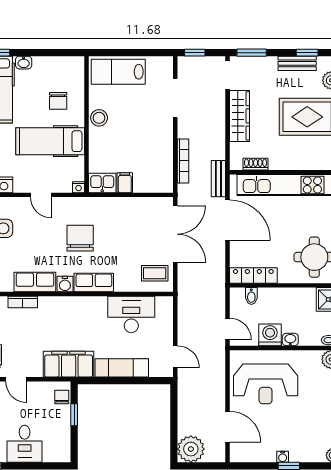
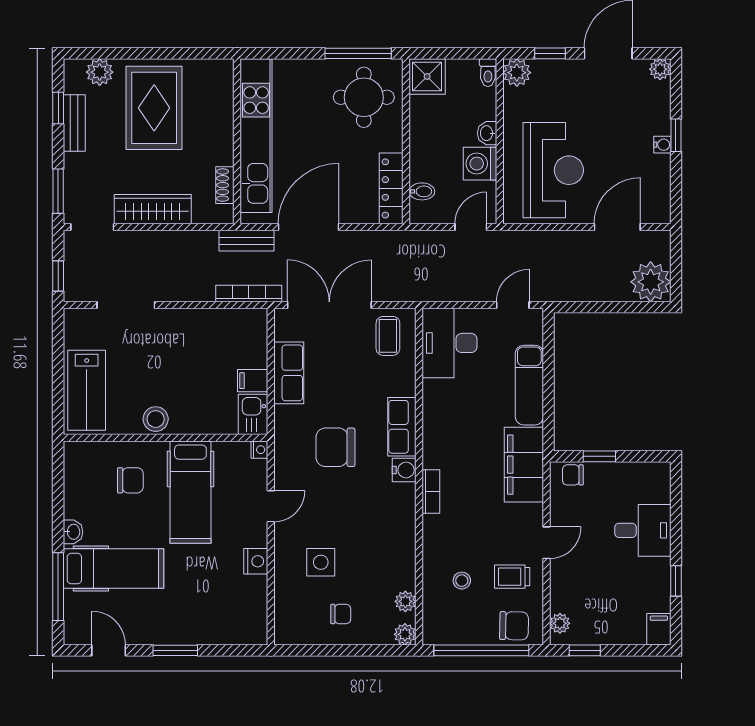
bookcase: (183, 161) -> (249, 293), moved
row of seats: (35, 282) -> (289, 373), moved, turned 180
bookcase: (23, 302) -> (431, 492), moved
desk: (131, 314) -> (450, 343), moved

